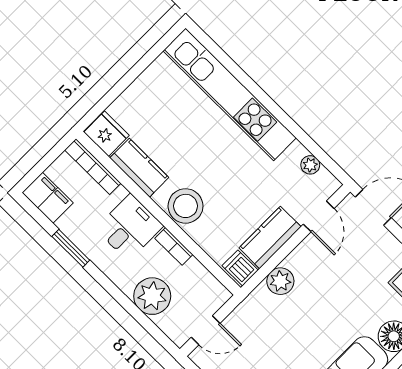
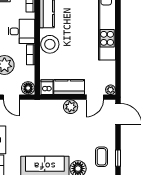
plant: (310, 165) -> (111, 90), moved
plant: (280, 281) -> (71, 107), moved
floor lamp: (216, 295) -> (28, 88), added

